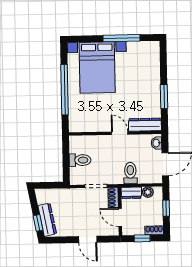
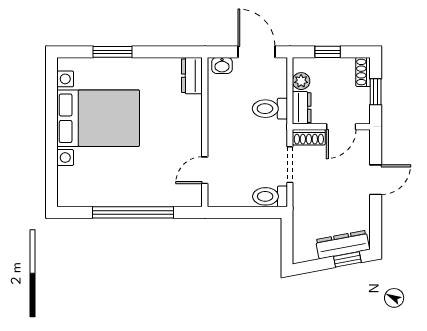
window: (122, 38) -> (52, 119), removed
bed with nightstands: (97, 68) -> (98, 118), moved
window: (164, 96) -> (112, 52), moved
dresser: (145, 125) -> (192, 76), width x0.70
door: (120, 133) -> (205, 170), moved
toilet: (80, 160) -> (270, 196), moved, turned -90

